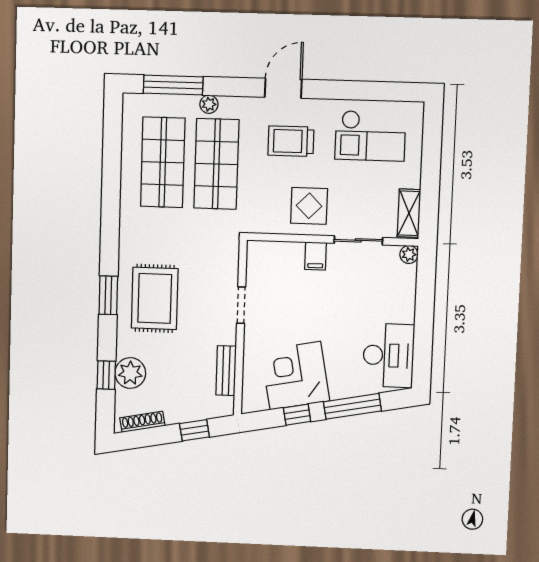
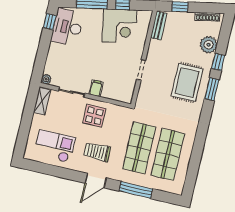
window: (173, 85) -> (136, 190), moved
plant: (209, 104) -> (137, 180), removed
trolley: (291, 141) -> (97, 152), turned 180
window: (422, 359) -> (50, 22), added
bench: (226, 371) -> (159, 26), moved
window: (106, 375) -> (218, 62), moved

